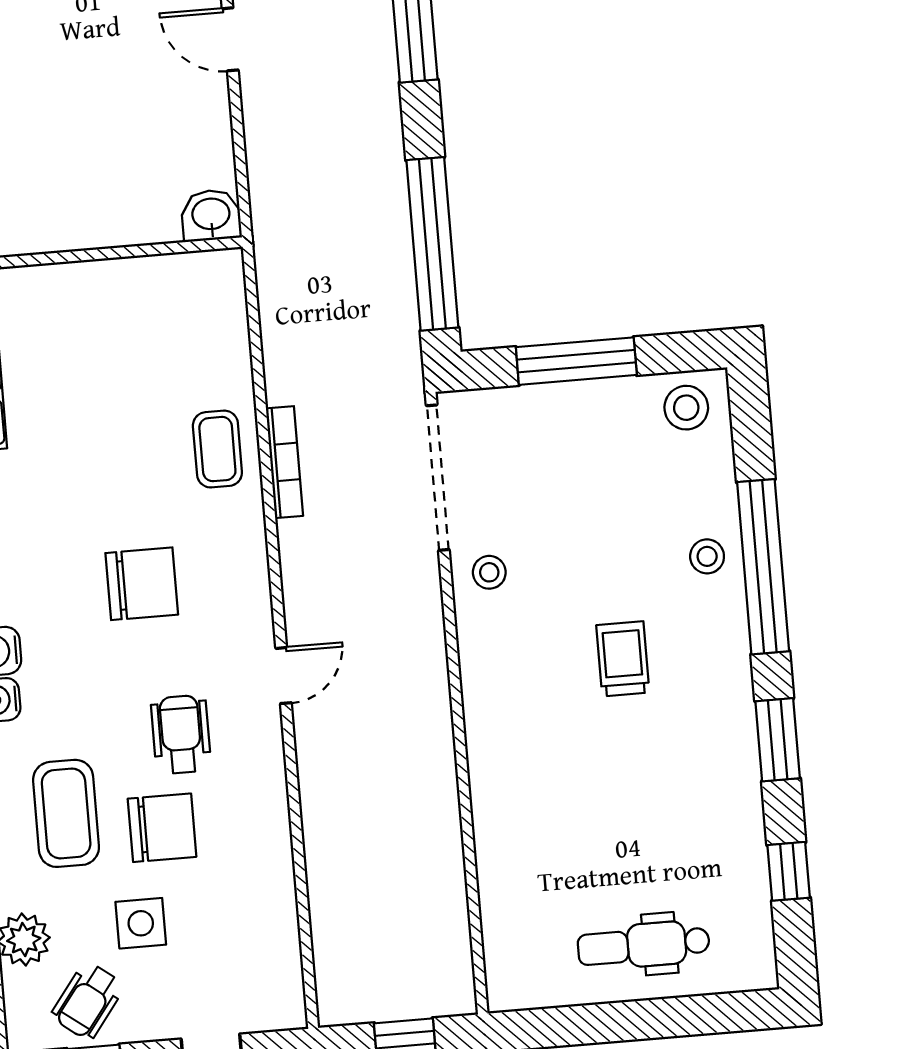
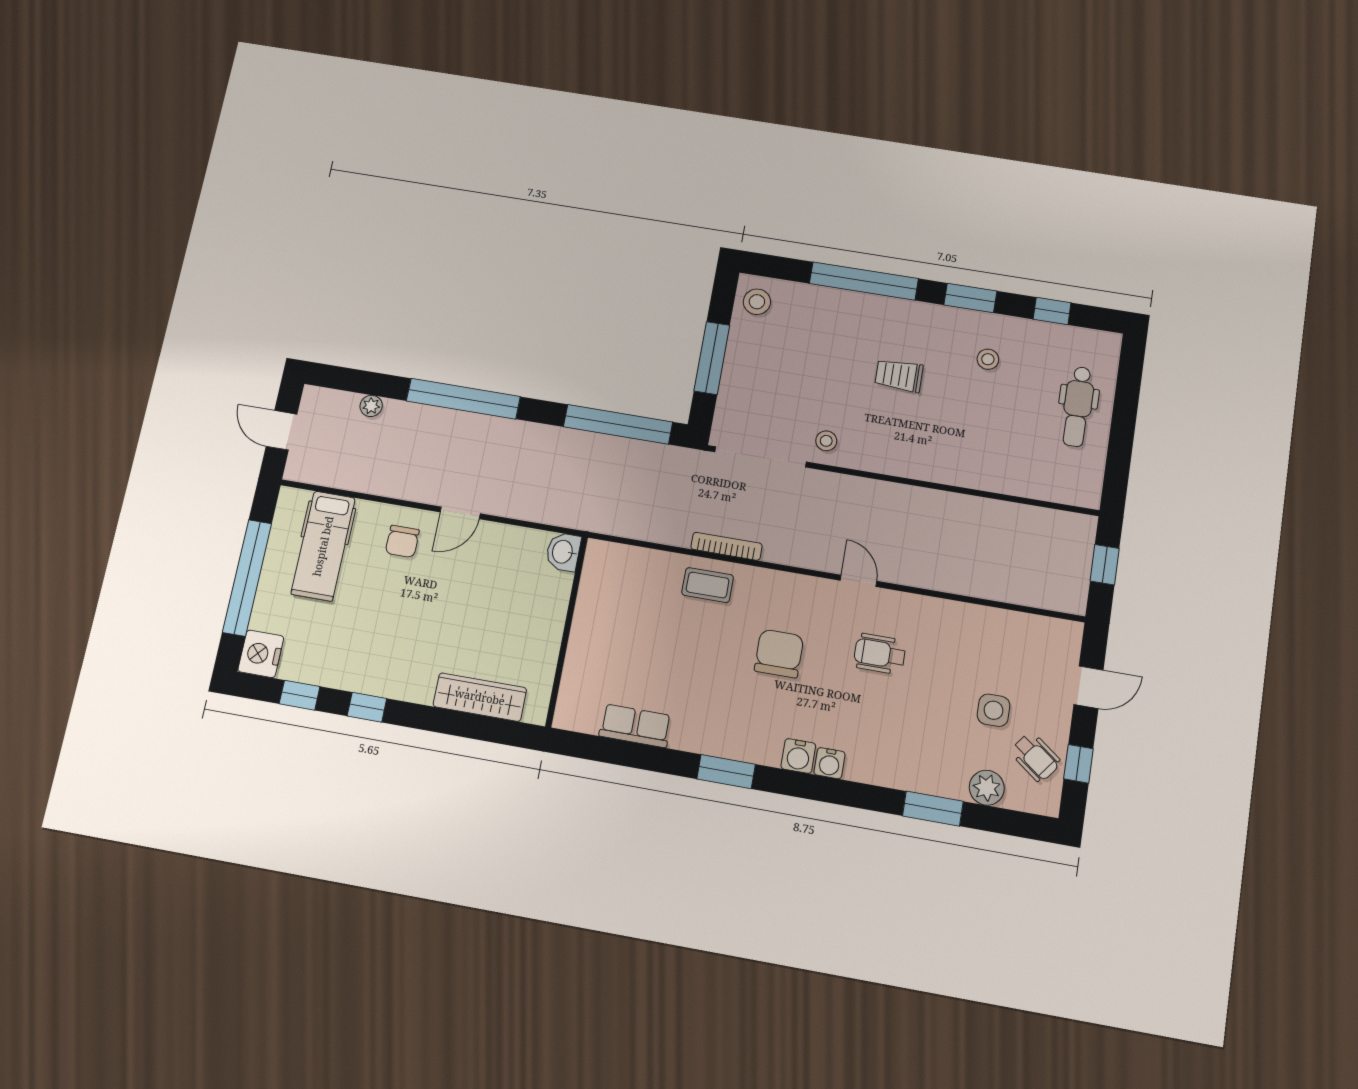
stool: (707, 556) -> (988, 359), moved
coffee table: (66, 813) -> (912, 739), removed
chair: (162, 828) -> (936, 681), removed

